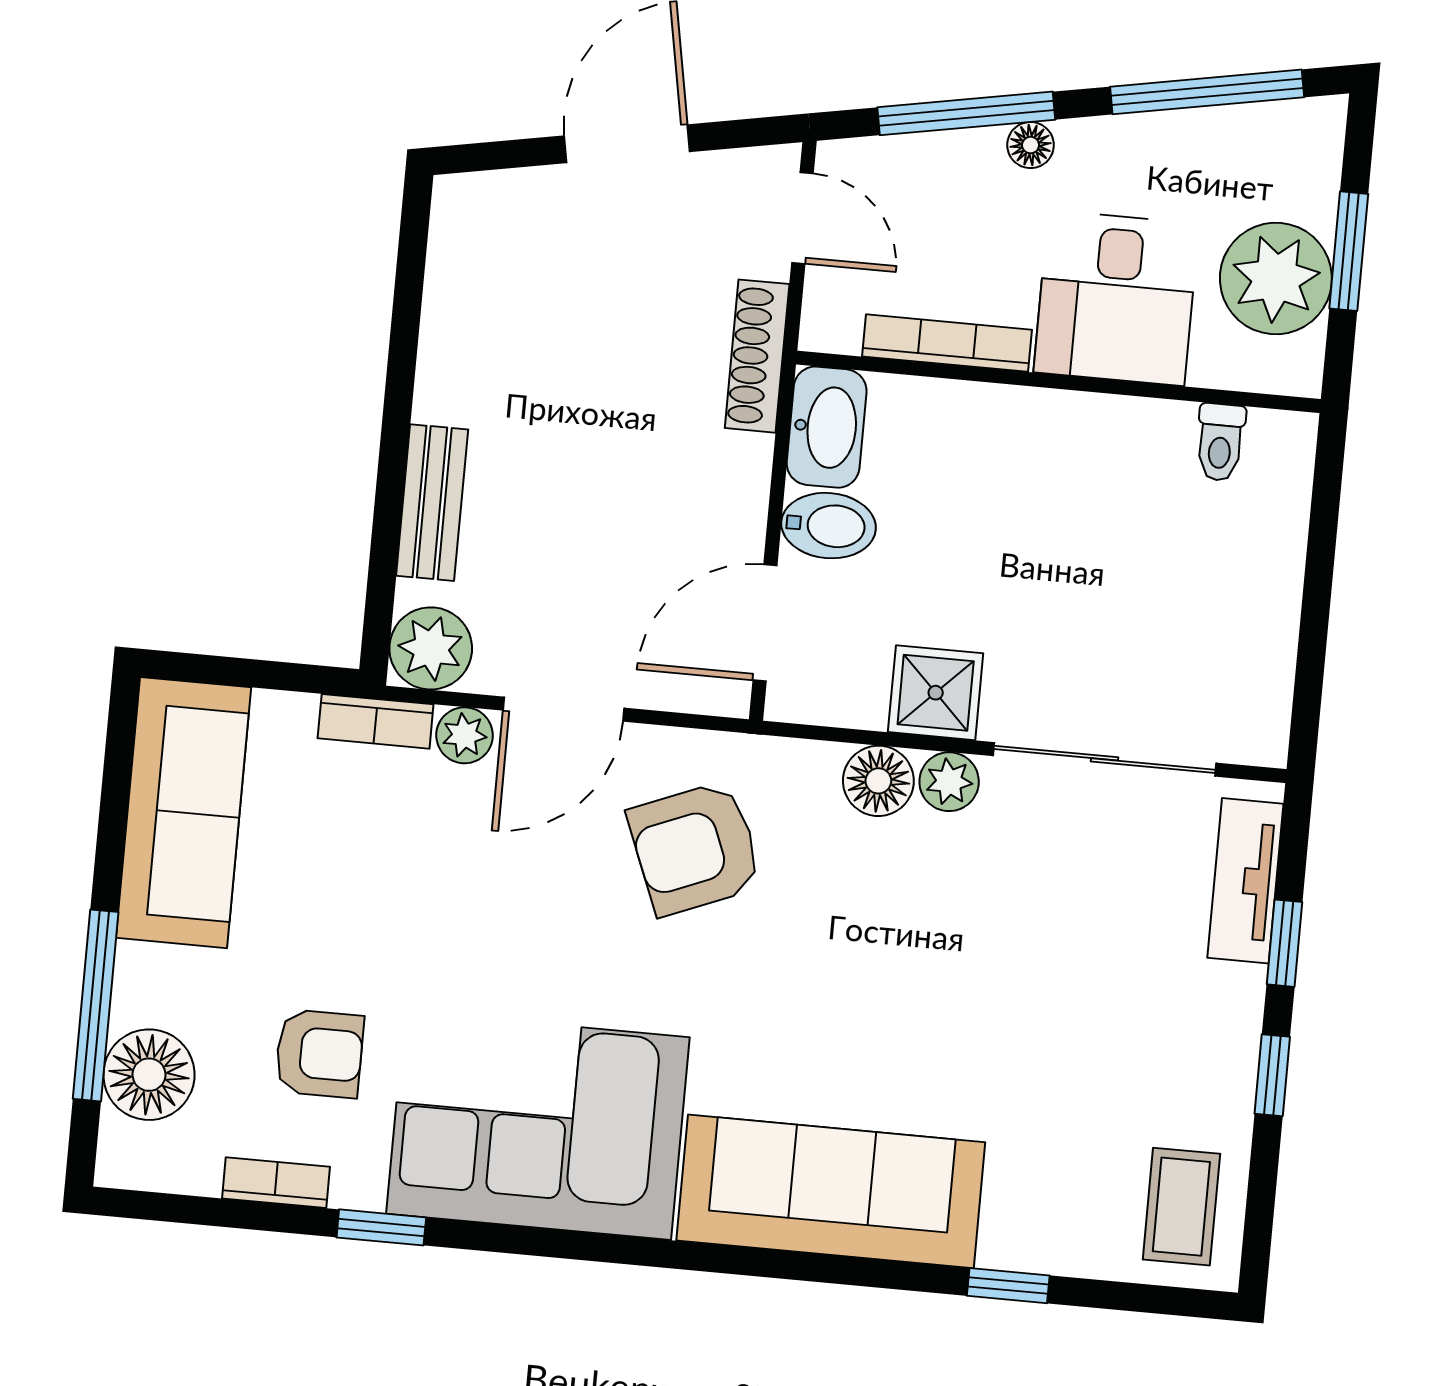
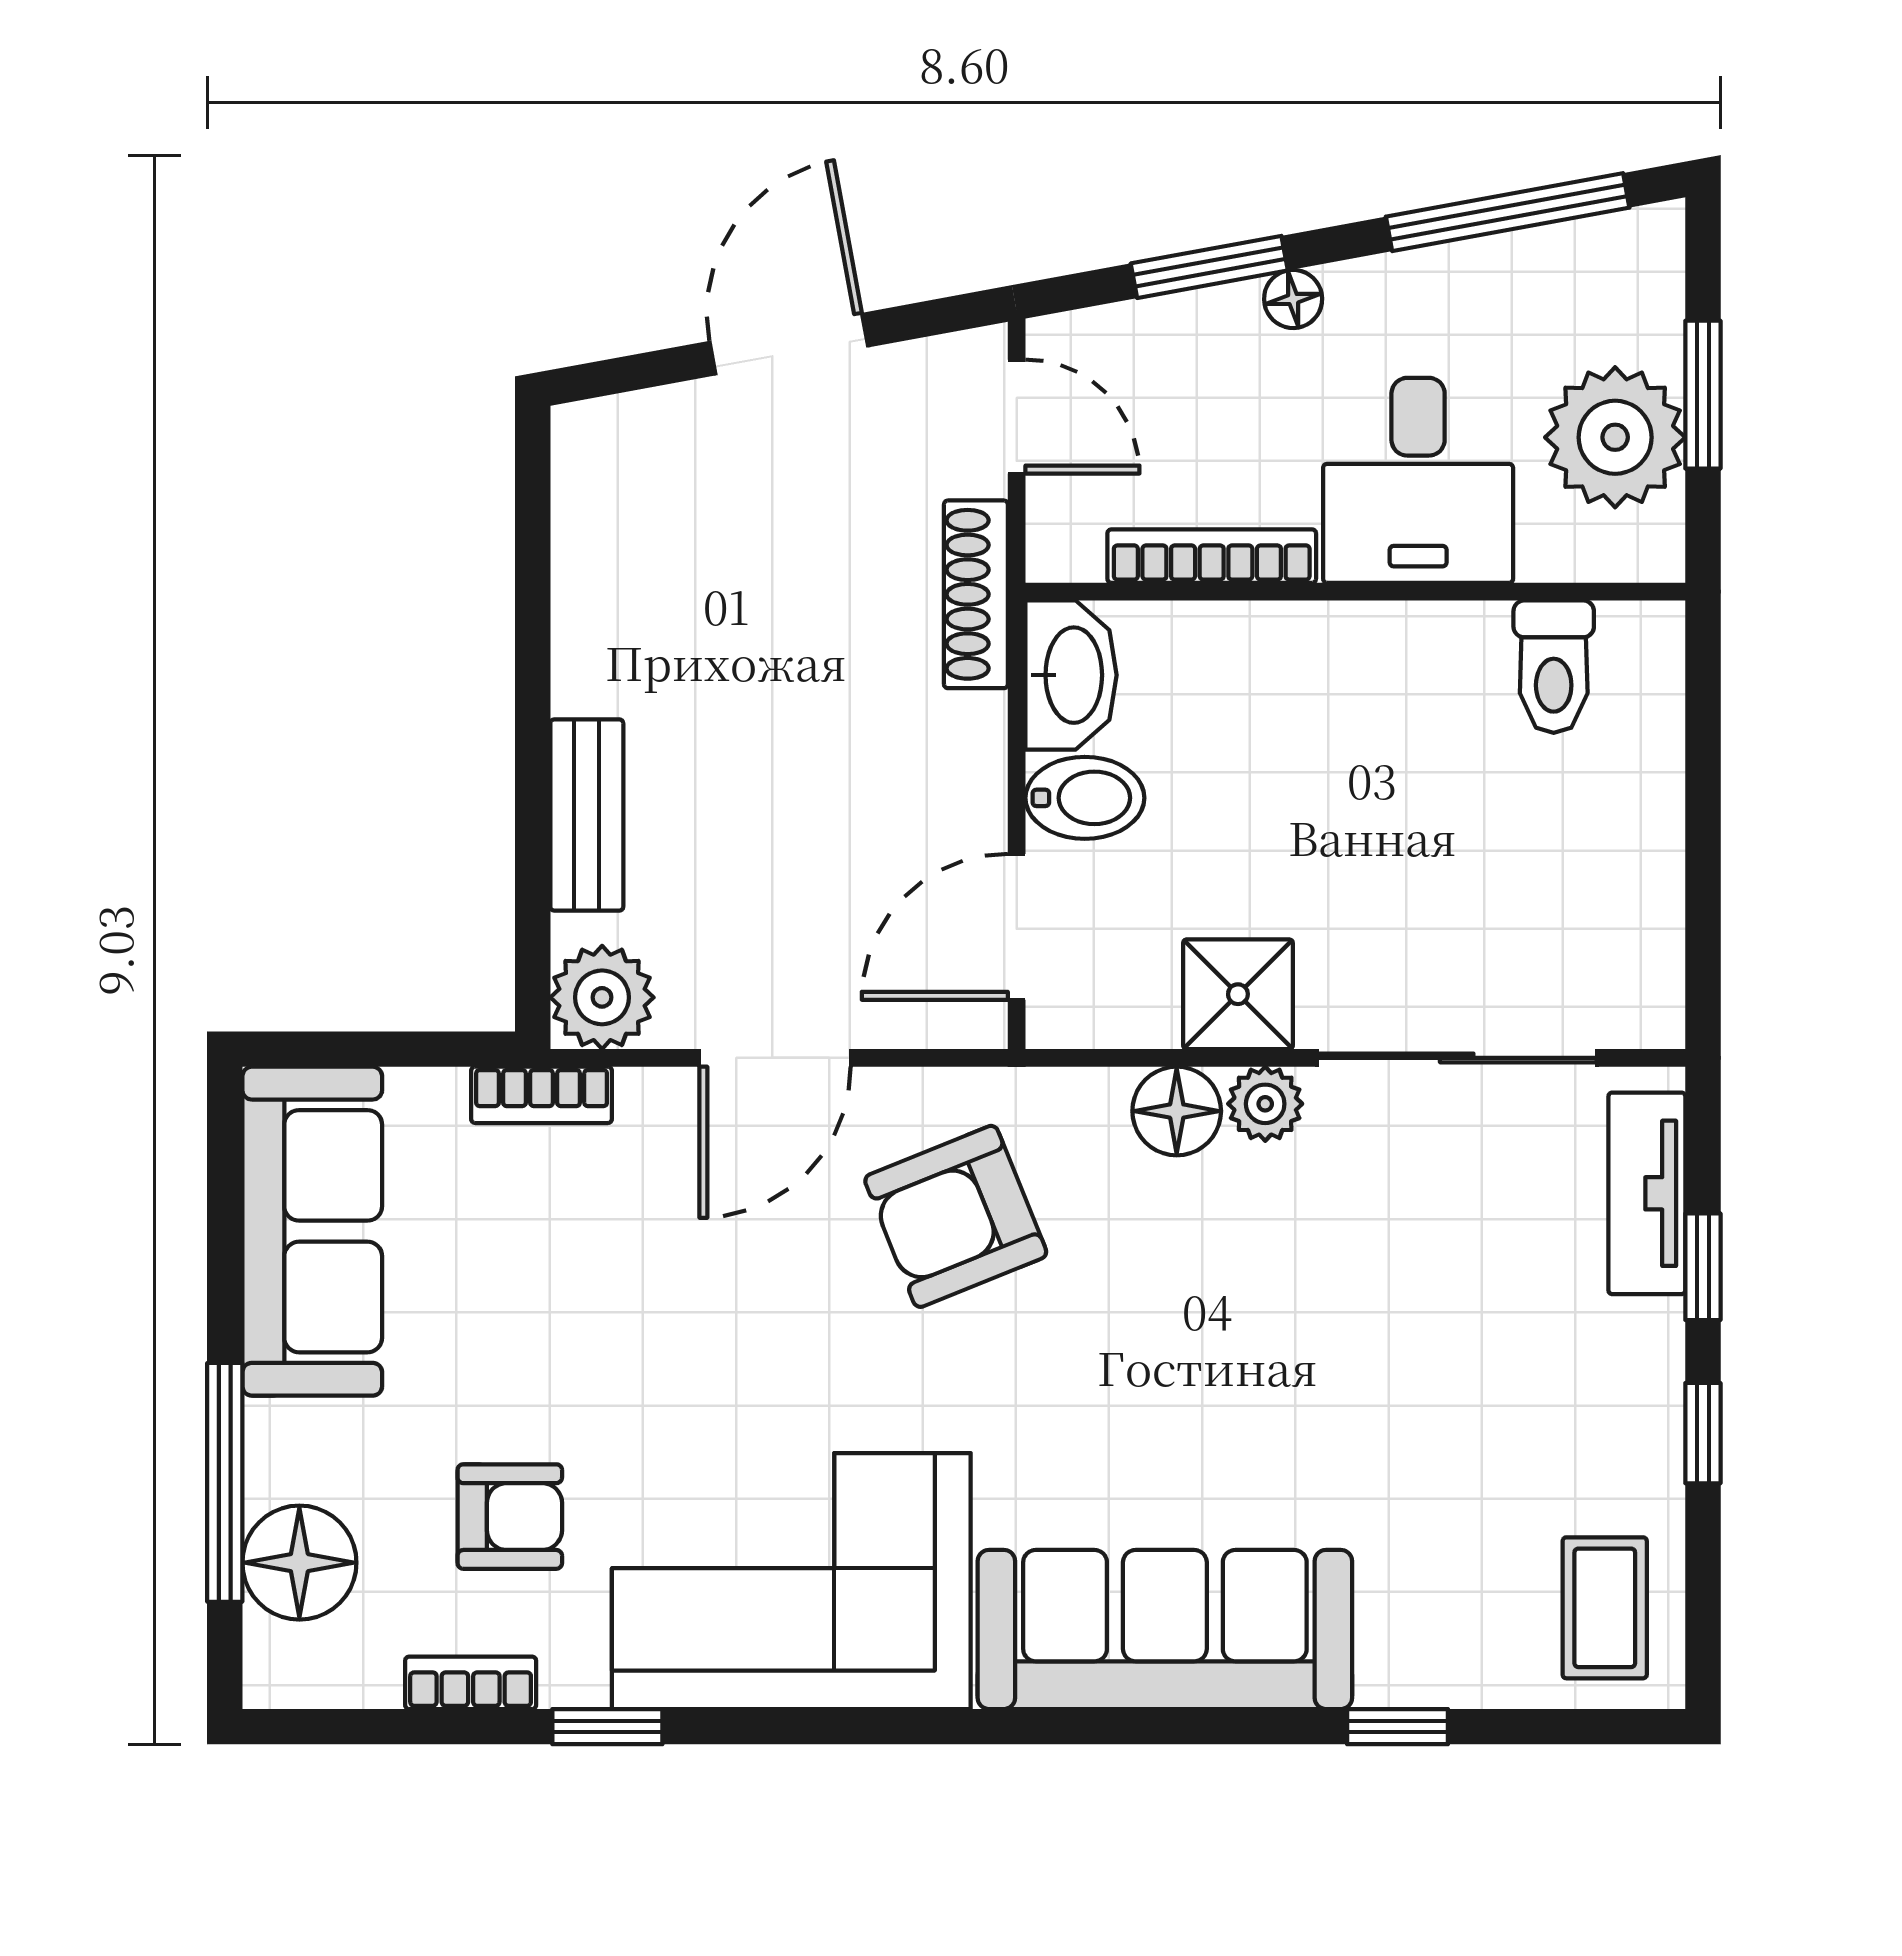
window: (966, 113) -> (1209, 267), width x0.69
toilet: (1220, 442) -> (1554, 667), width x1.37, depth x1.39
plant: (465, 735) -> (654, 1102), removed

